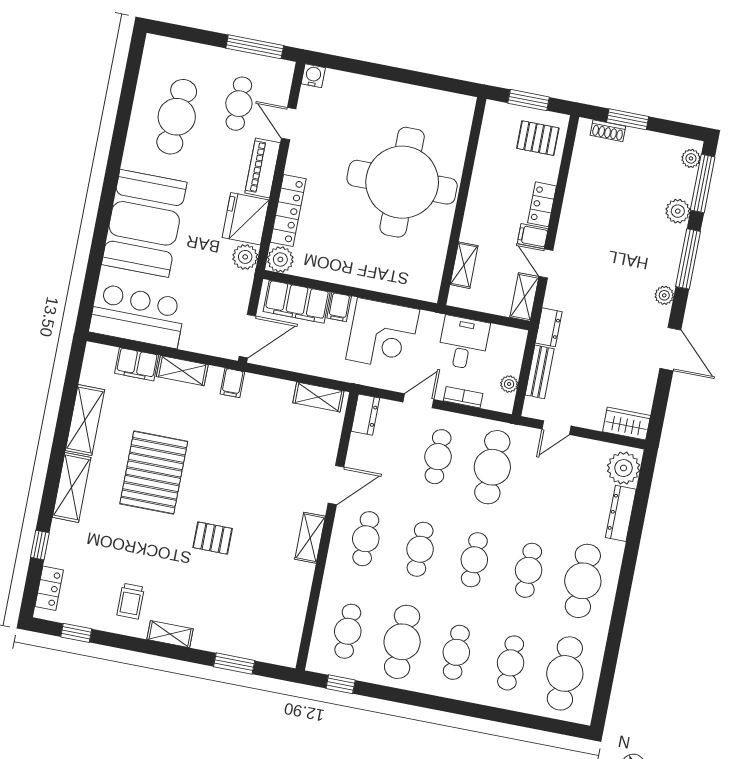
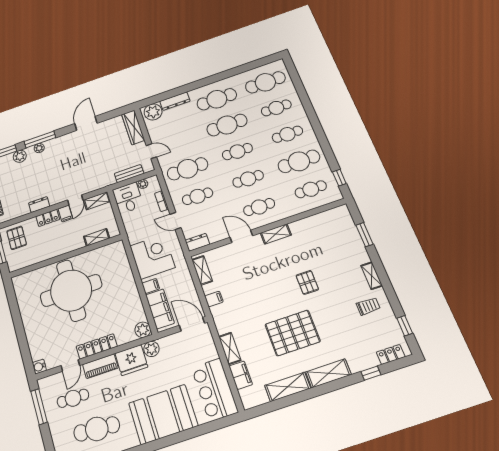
locker: (288, 211) -> (97, 346), moved
plant: (664, 295) -> (39, 148), moved
dresser: (549, 327) -> (39, 205), moved
desk: (463, 343) -> (128, 198), moved, turned 90
filing cabinet: (232, 383) -> (214, 299), moved
wardrobe: (627, 424) -> (133, 127), width x1.50
cafe table: (529, 570) -> (227, 125), width x1.37, depth x1.35

